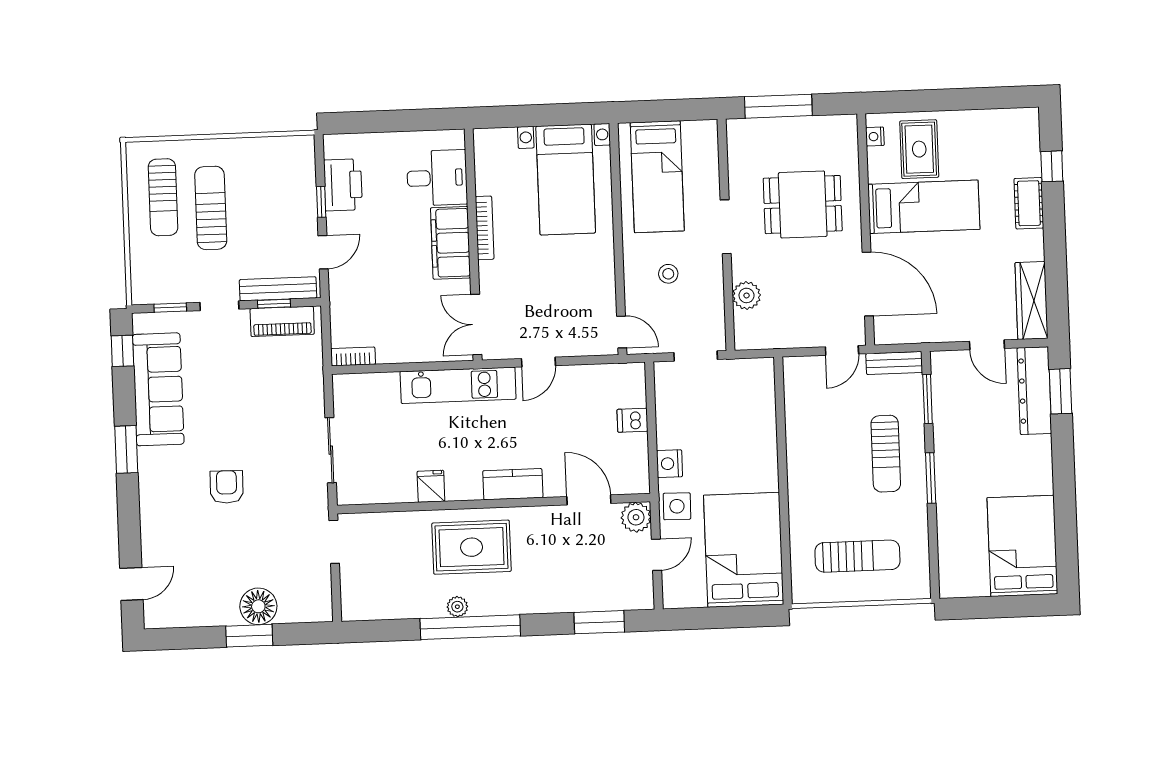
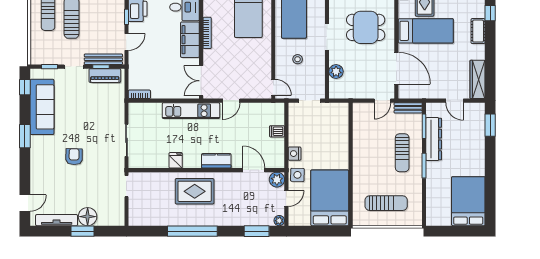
dresser: (1034, 391) -> (434, 139), moved, turned 180
plant: (457, 607) -> (279, 221), moved
tv unit: (196, 616) -> (57, 220), added

